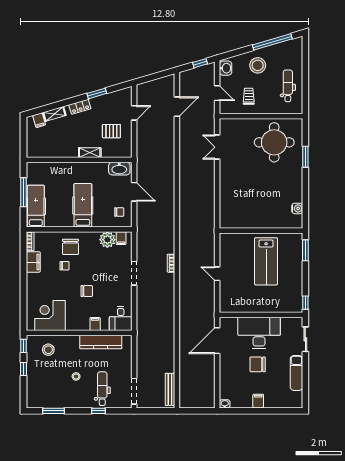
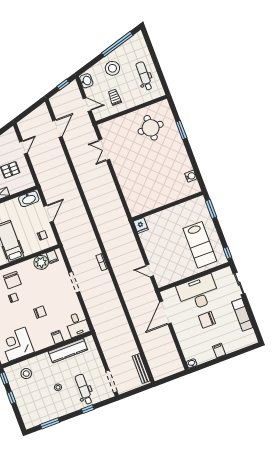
round table: (274, 142) -> (151, 128), width x0.73, depth x0.73
door: (134, 192) -> (48, 214), hinge flipped
fridge: (226, 240) -> (141, 225), added
lab bench: (266, 261) -> (200, 245), moved
door: (217, 274) -> (150, 271), moved

